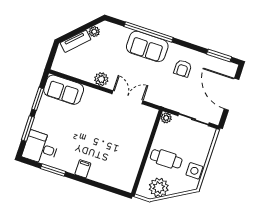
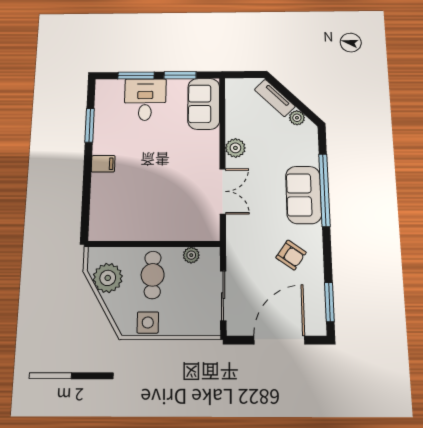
armchair: (183, 68) -> (291, 255), turned -145
plant: (166, 118) -> (191, 255), moved
desk: (41, 148) -> (145, 100), moved

